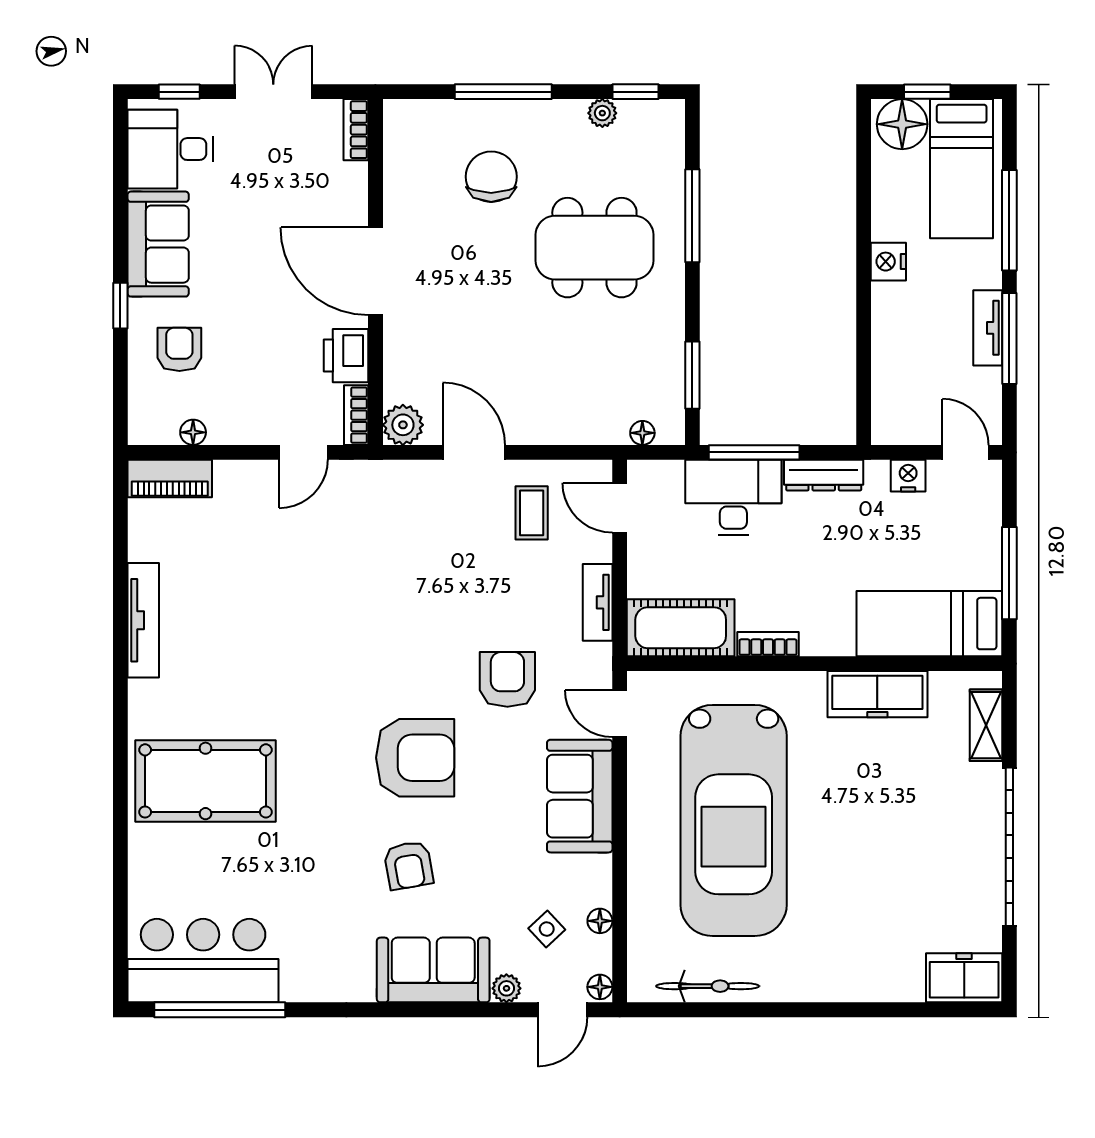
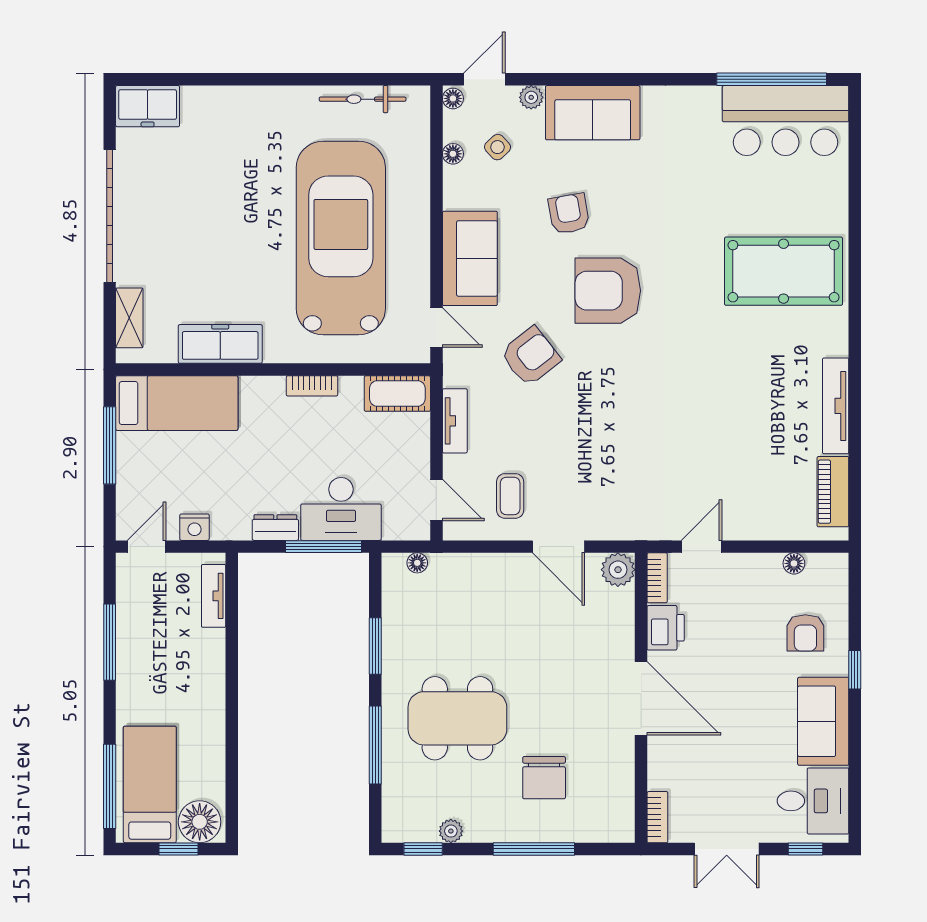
window: (1009, 220) -> (110, 786), moved
nightstand: (888, 262) -> (211, 707), removed
tv unit: (988, 328) -> (214, 596), moved, turned 180
window: (692, 375) -> (375, 646), moved
door: (965, 452) -> (146, 547), swing flipped
dresser: (824, 475) -> (275, 528), width x0.70
piano: (170, 478) -> (833, 492), moved, turned -90
cot: (681, 628) -> (397, 394), width x0.73, depth x0.75
armchair: (507, 679) -> (530, 356), turned -128
armchair: (409, 865) -> (569, 214), moved

